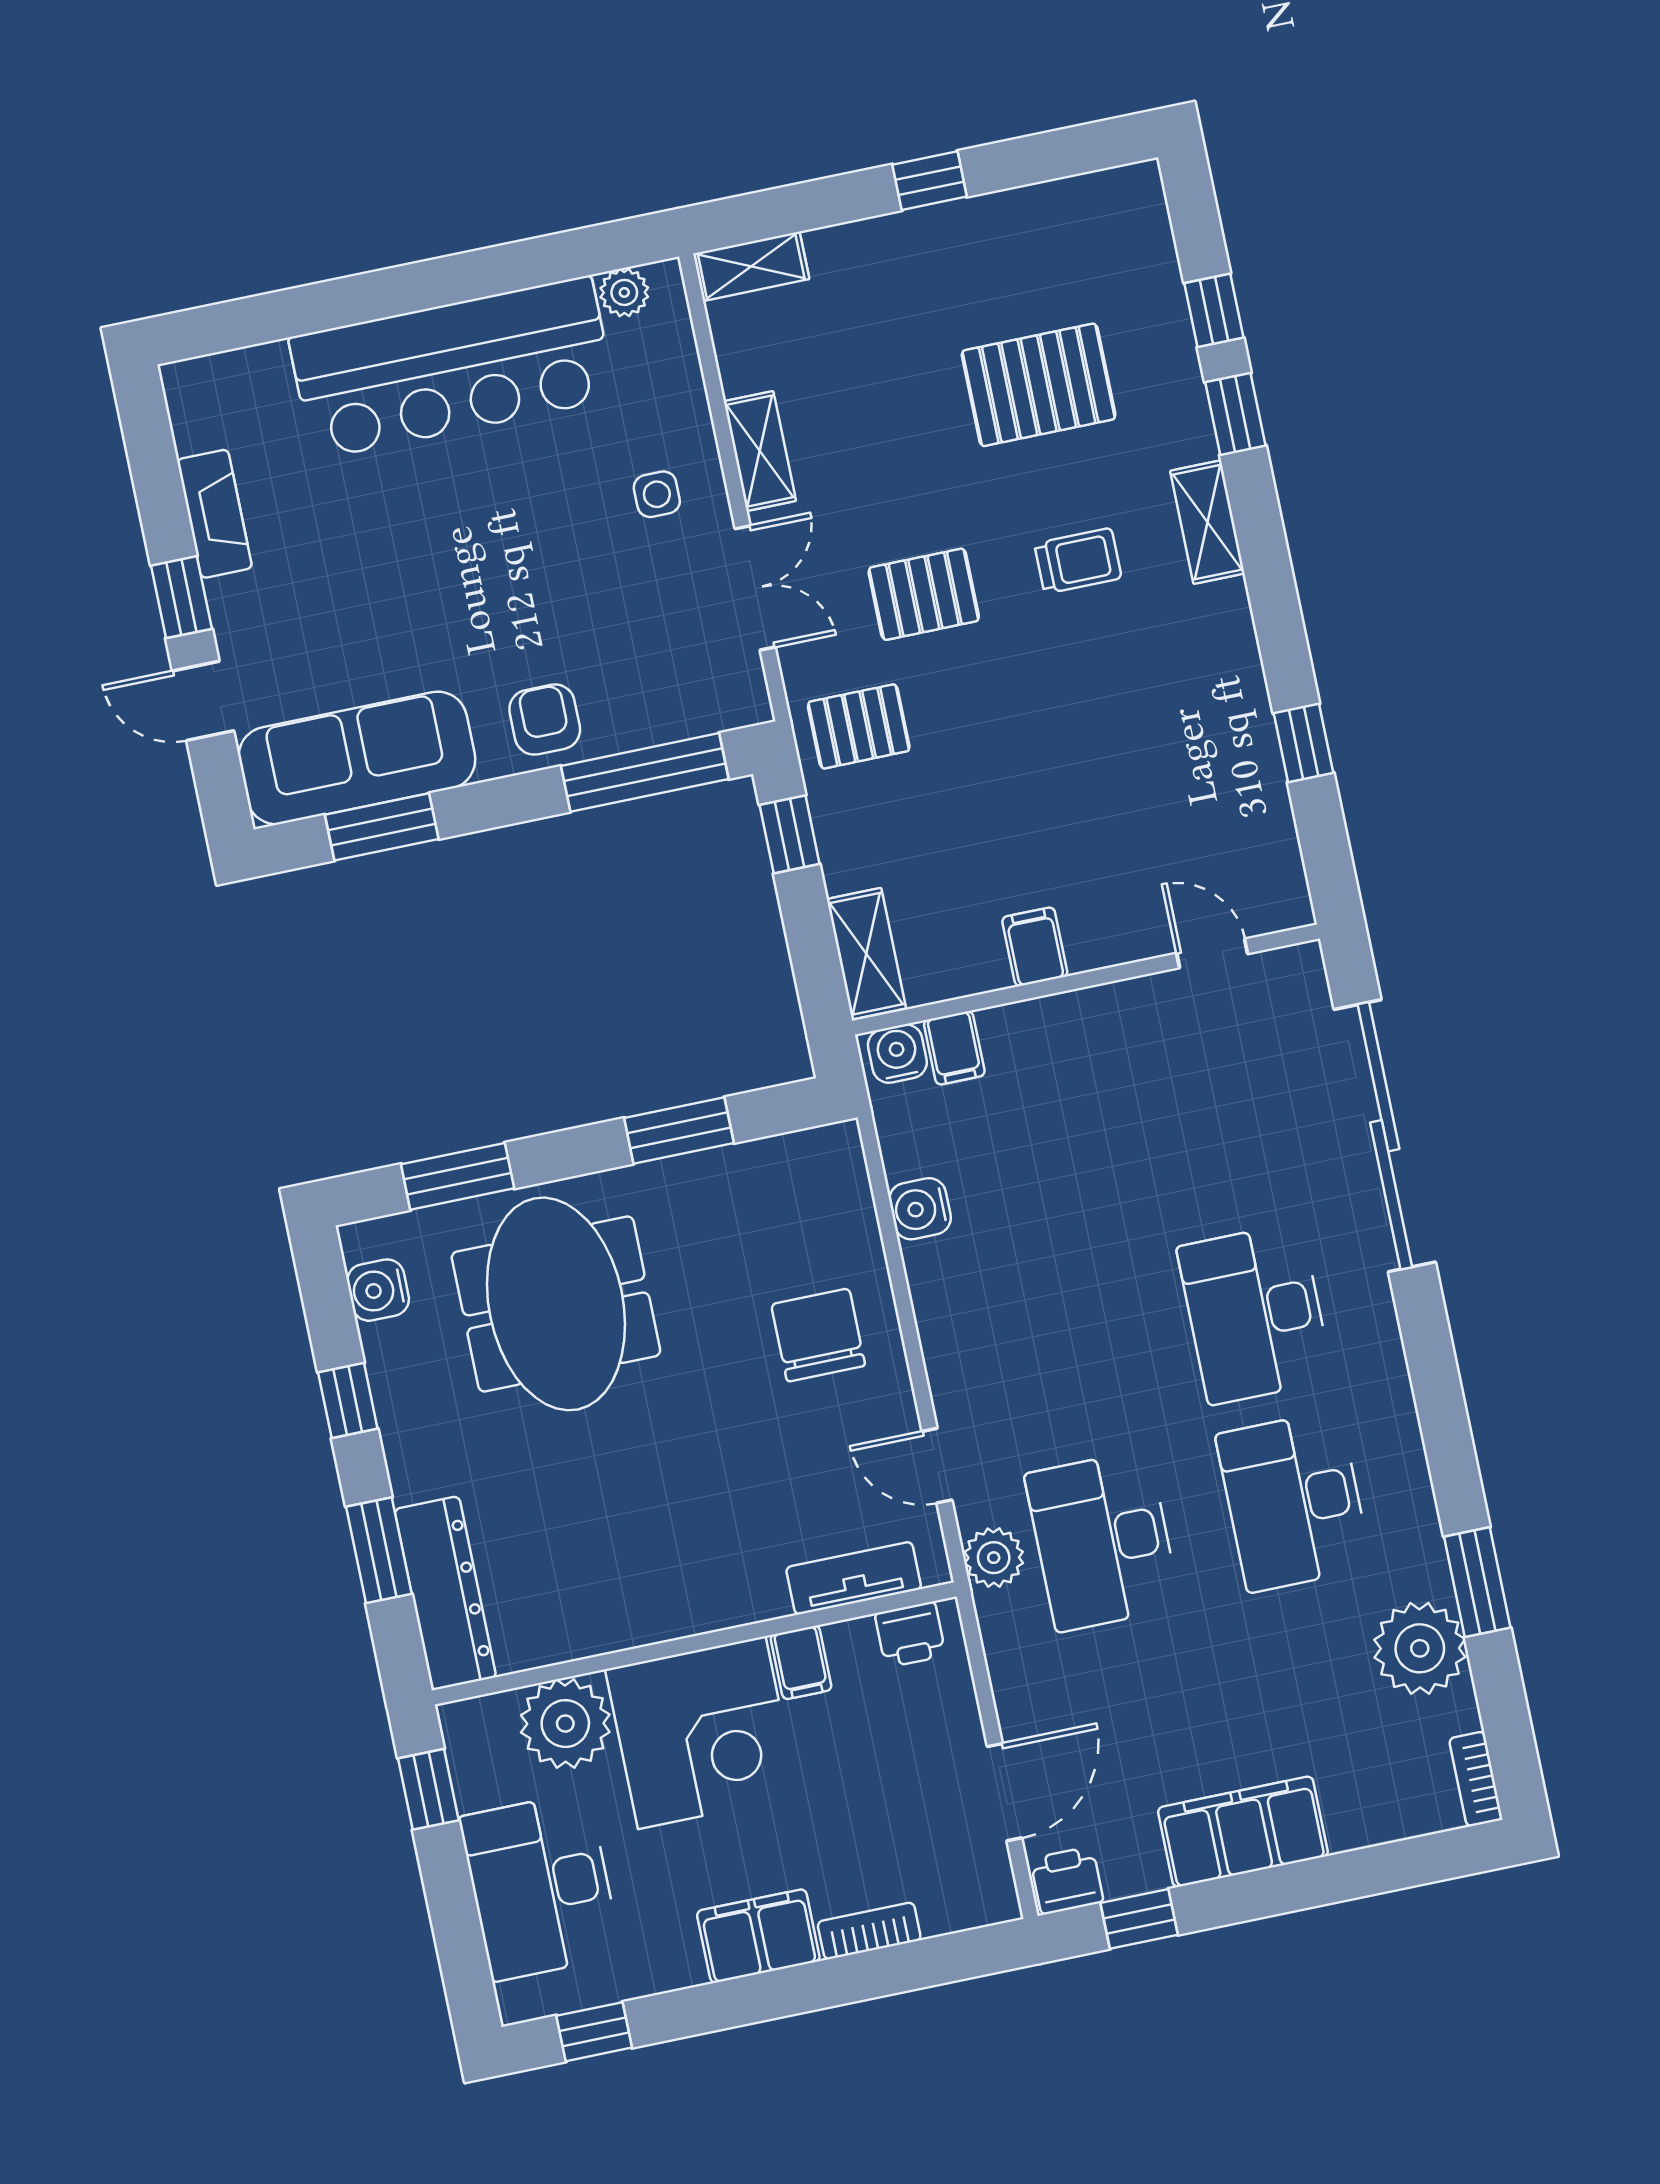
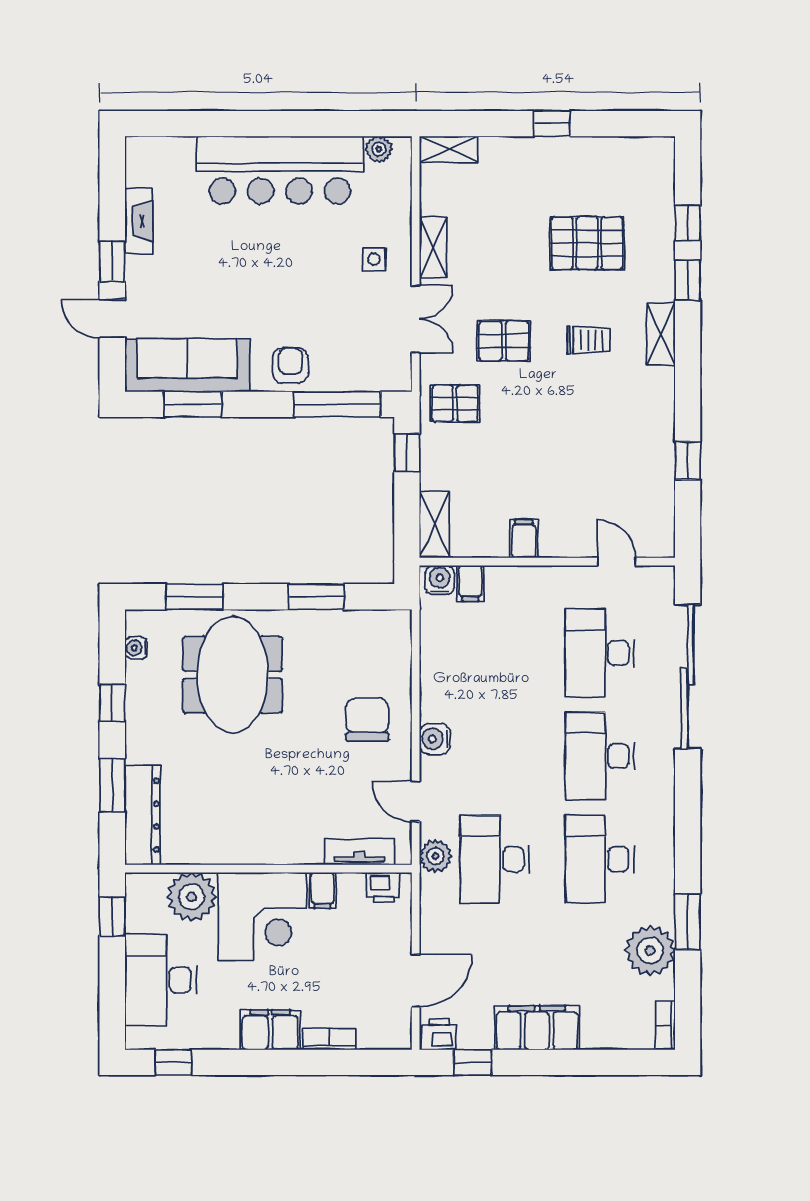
desk: (1216, 1126) -> (600, 653), added
water cooler: (920, 1209) -> (435, 739), moved
water cooler: (378, 1290) -> (136, 648), width x0.72, depth x0.72

